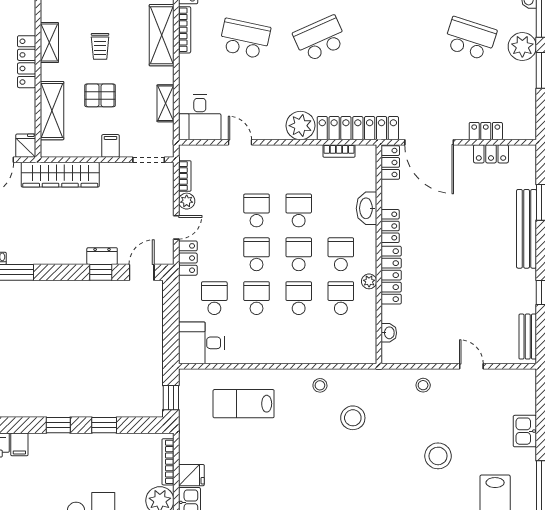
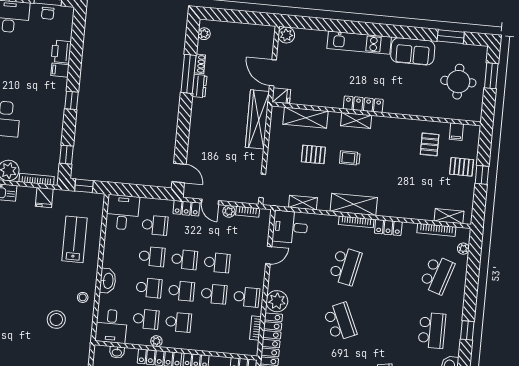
locker: (27, 62) -> (363, 104), moved
pallet: (100, 95) -> (313, 154), turned 90
filing cabinet: (110, 146) -> (275, 159), removed
school desk: (299, 167) -> (247, 297), added
washbasin: (367, 208) -> (108, 281), moved, turned 90
dresser: (102, 256) -> (200, 86), moved
window: (101, 272) -> (182, 143), removed
desk: (355, 344) -> (111, 326), added
window: (104, 425) -> (66, 155), moved
fridge: (191, 475) -> (44, 198), moved

